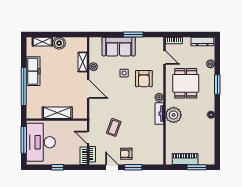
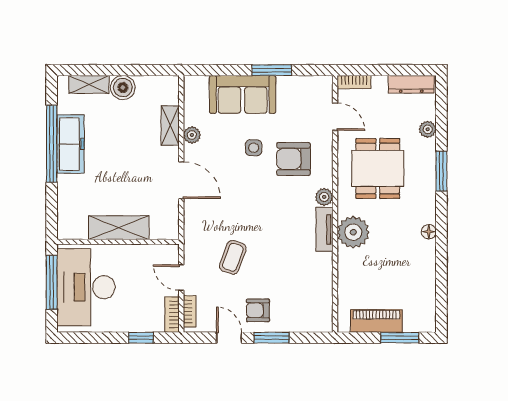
armchair: (144, 79) -> (293, 159), turned 90
window: (24, 86) -> (52, 144), moved
window: (57, 167) -> (141, 338), moved

